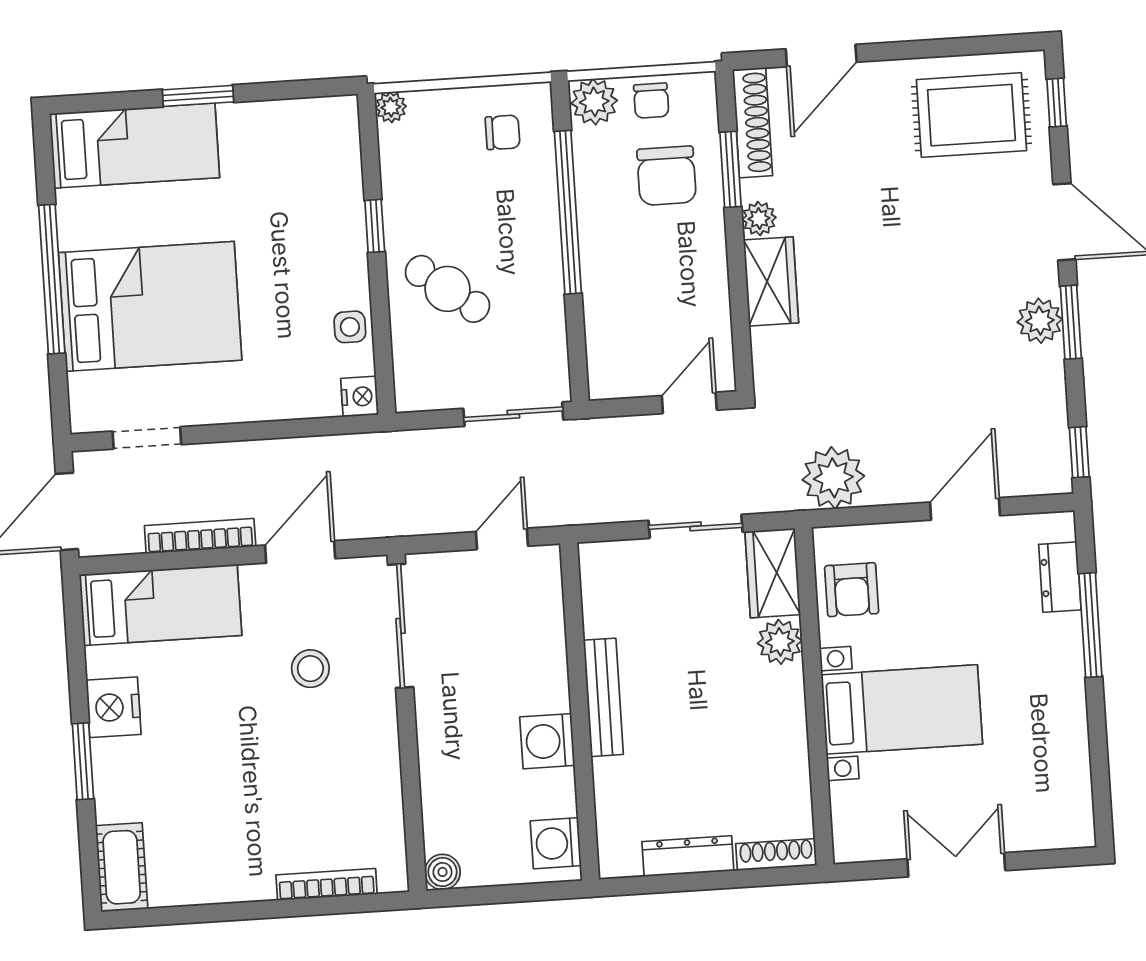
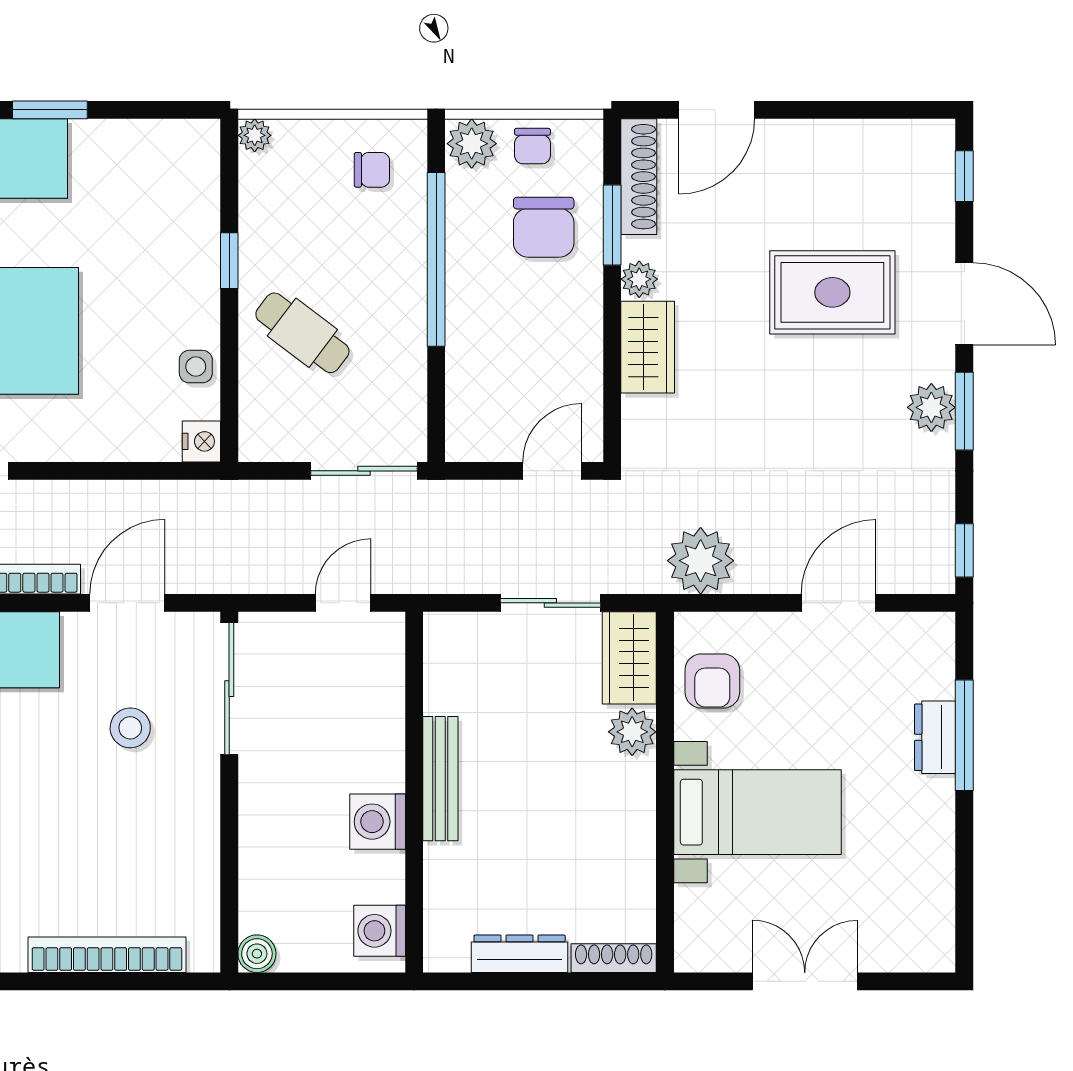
rug: (971, 115) -> (832, 292), moved
dresser: (1060, 577) -> (935, 737), moved
bookcase: (327, 884) -> (107, 955), width x1.48, depth x1.31

